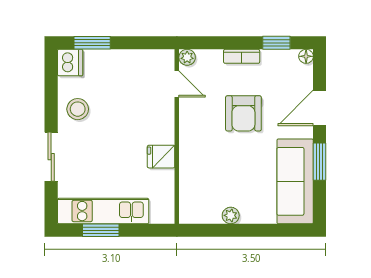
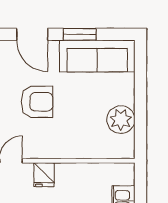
fridge: (161, 157) -> (44, 175), moved
plant: (231, 215) -> (121, 120), width x1.87, depth x1.87

